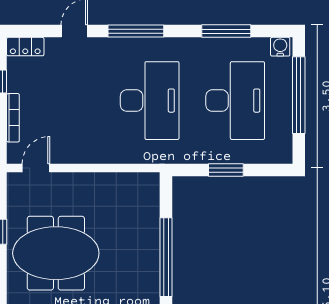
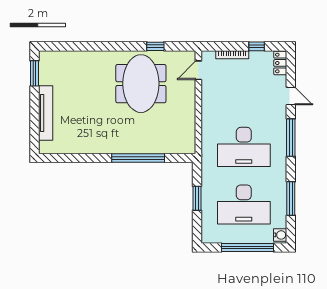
door: (36, 168) -> (198, 70), swing flipped

